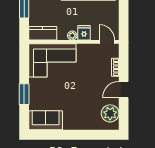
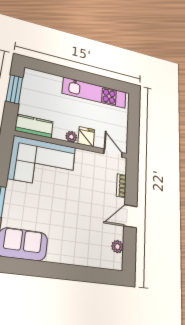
plant: (110, 113) -> (117, 247), width x0.53, depth x0.53

